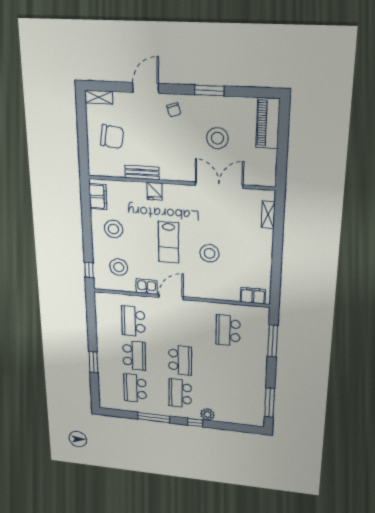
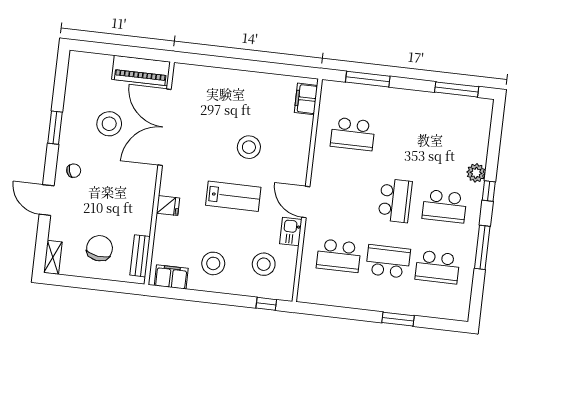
piano: (268, 123) -> (141, 71), moved
bench: (142, 173) -> (140, 256), moved
double door: (219, 185) -> (164, 127), width x1.36
shelving: (268, 215) -> (203, 73), removed
school desk: (180, 360) -> (395, 201), turned 90

